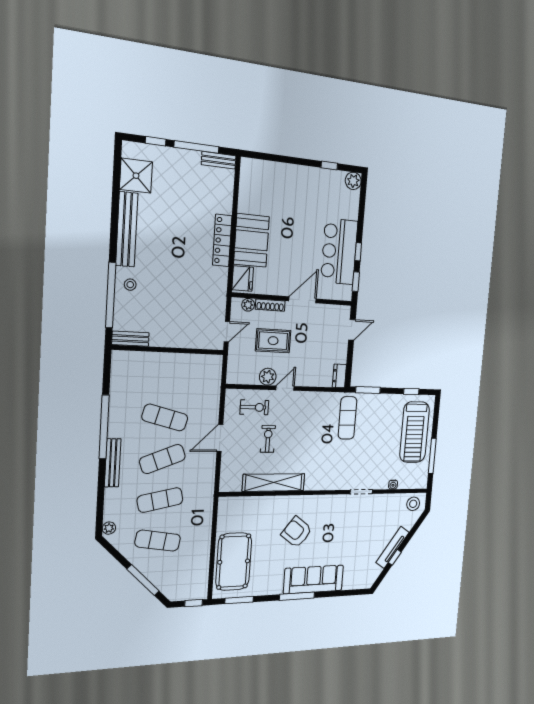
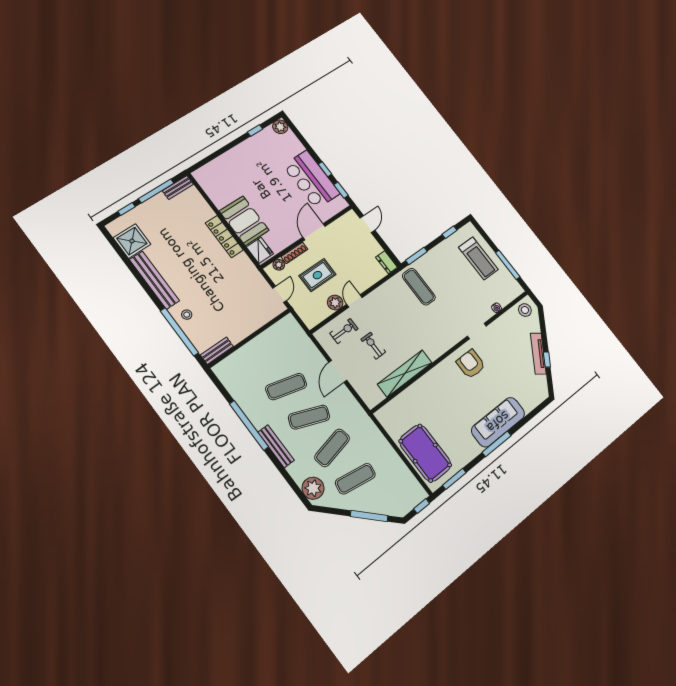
treadmill: (415, 432) -> (478, 258), width x0.73, depth x0.73
exercise mat: (162, 459) -> (309, 417), turned 42
plant: (109, 528) -> (313, 488), width x1.88, depth x1.88
armchair: (297, 532) -> (471, 364), moved, turned 52

